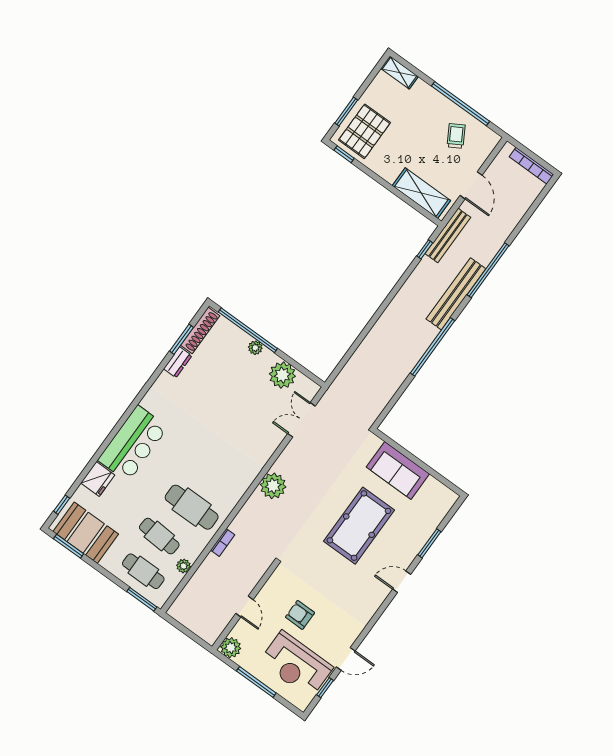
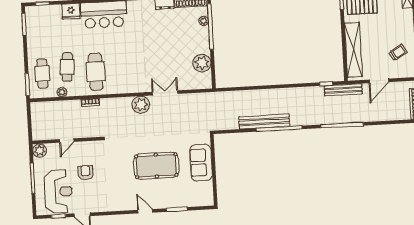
shelving: (421, 193) -> (353, 50), width x1.47
bench: (456, 294) -> (264, 121), moved
plant: (255, 348) -> (204, 21), moved
double door: (301, 420) -> (165, 93), moved
booth: (86, 533) -> (38, 28), removed
reception desk: (296, 665) -> (58, 191), turned 180

